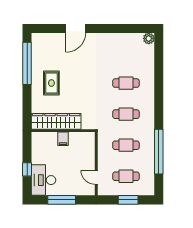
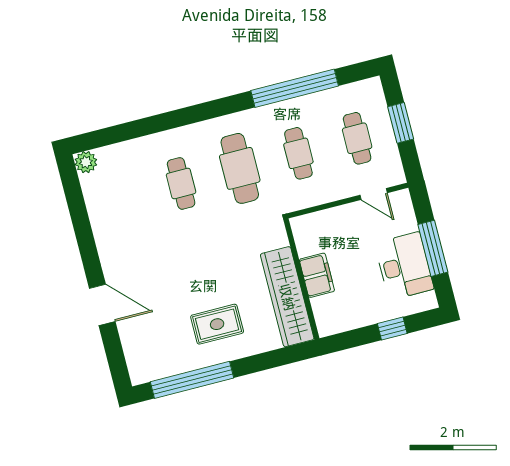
cafe table: (126, 114) -> (240, 168), width x1.37, depth x1.35
filing cabinet: (63, 139) -> (317, 275), width x2.00
door: (96, 177) -> (374, 194), hinge flipped
desk: (43, 180) -> (404, 266), moved, turned -90

